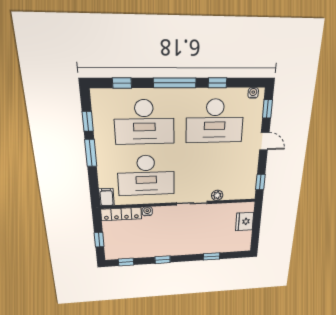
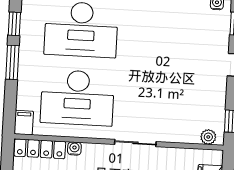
desk: (215, 121) -> (168, 34), removed
plant: (217, 195) -> (208, 137), moved

